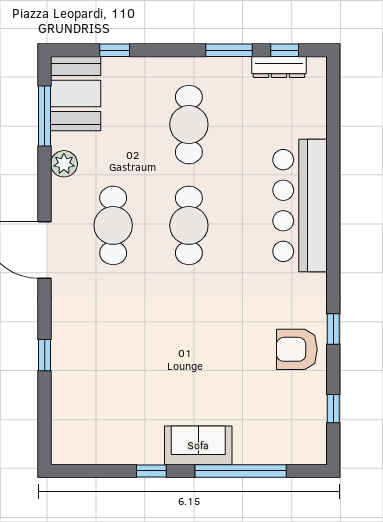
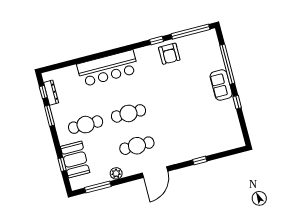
booth: (76, 94) -> (75, 160), moved, turned 90
window: (333, 409) -> (191, 32), width x3.17

